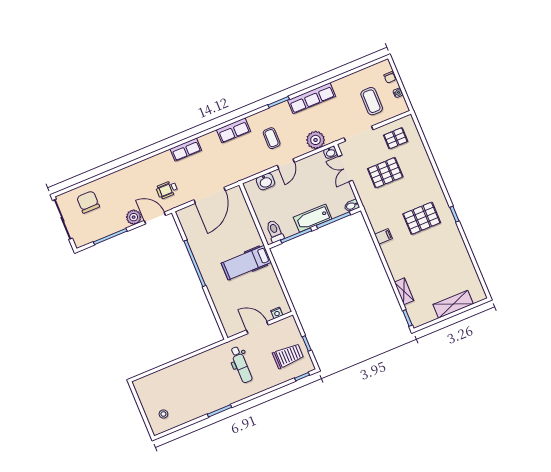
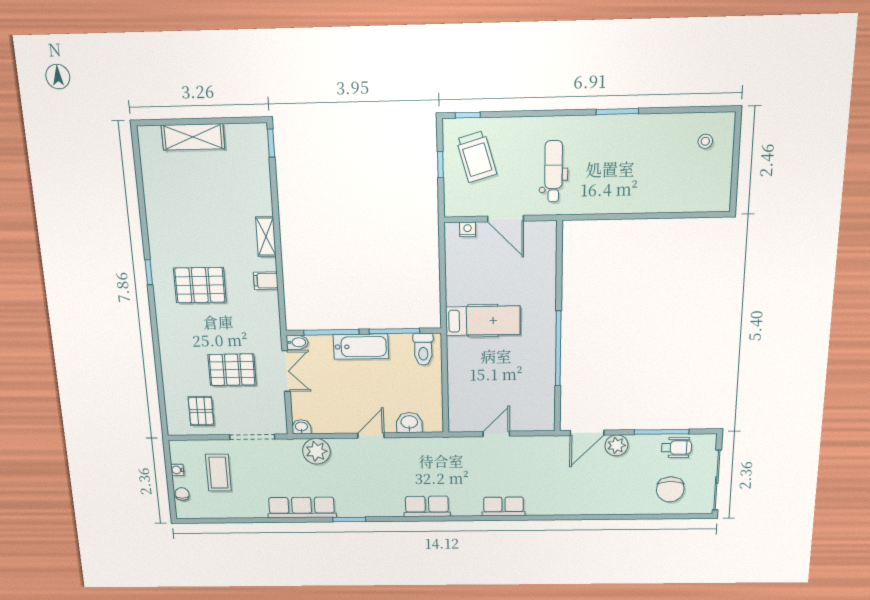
coffee table: (272, 138) -> (378, 477), removed
pallet: (396, 138) -> (201, 411), turned 90
double door: (345, 168) -> (286, 371), moved
wheelchair: (167, 190) -> (676, 447), moved
door: (210, 195) -> (496, 434), width x0.53
door: (155, 218) -> (587, 433), hinge flipped
shelving: (404, 291) -> (266, 237), moved
trolley: (288, 356) -> (476, 157), turned -106

